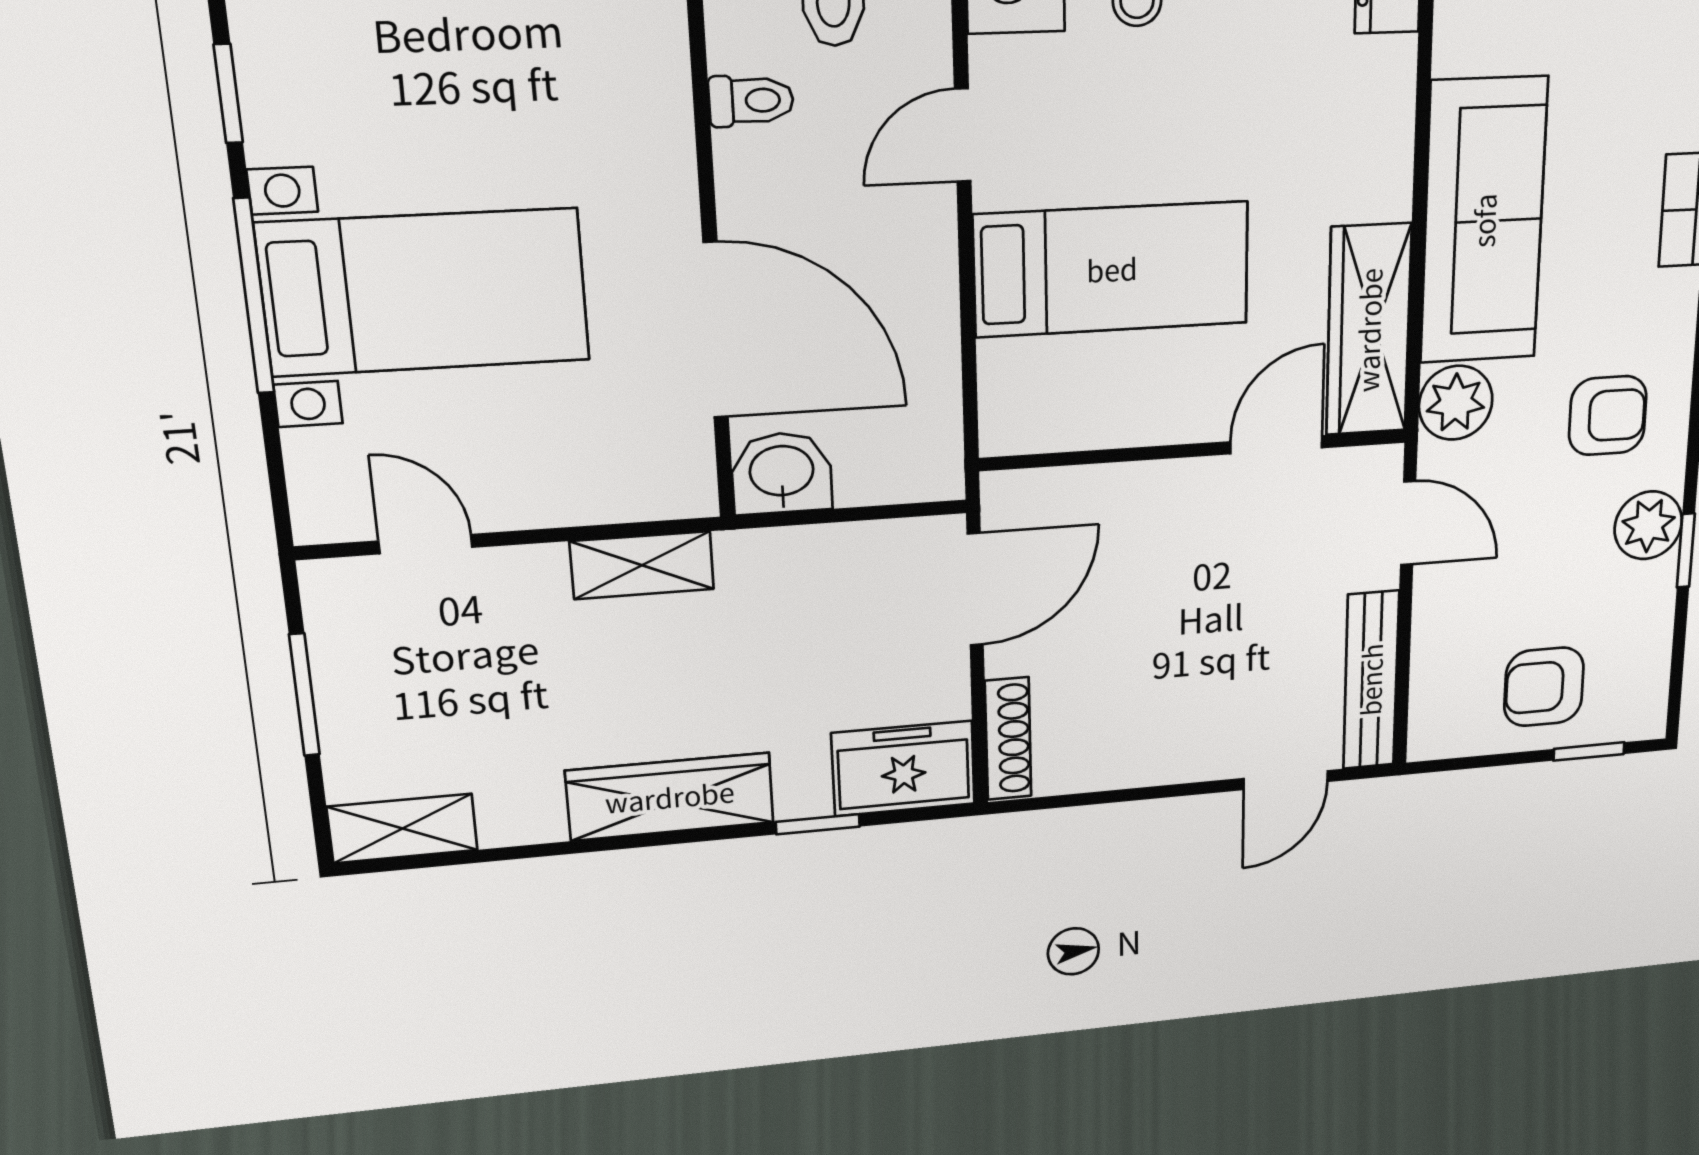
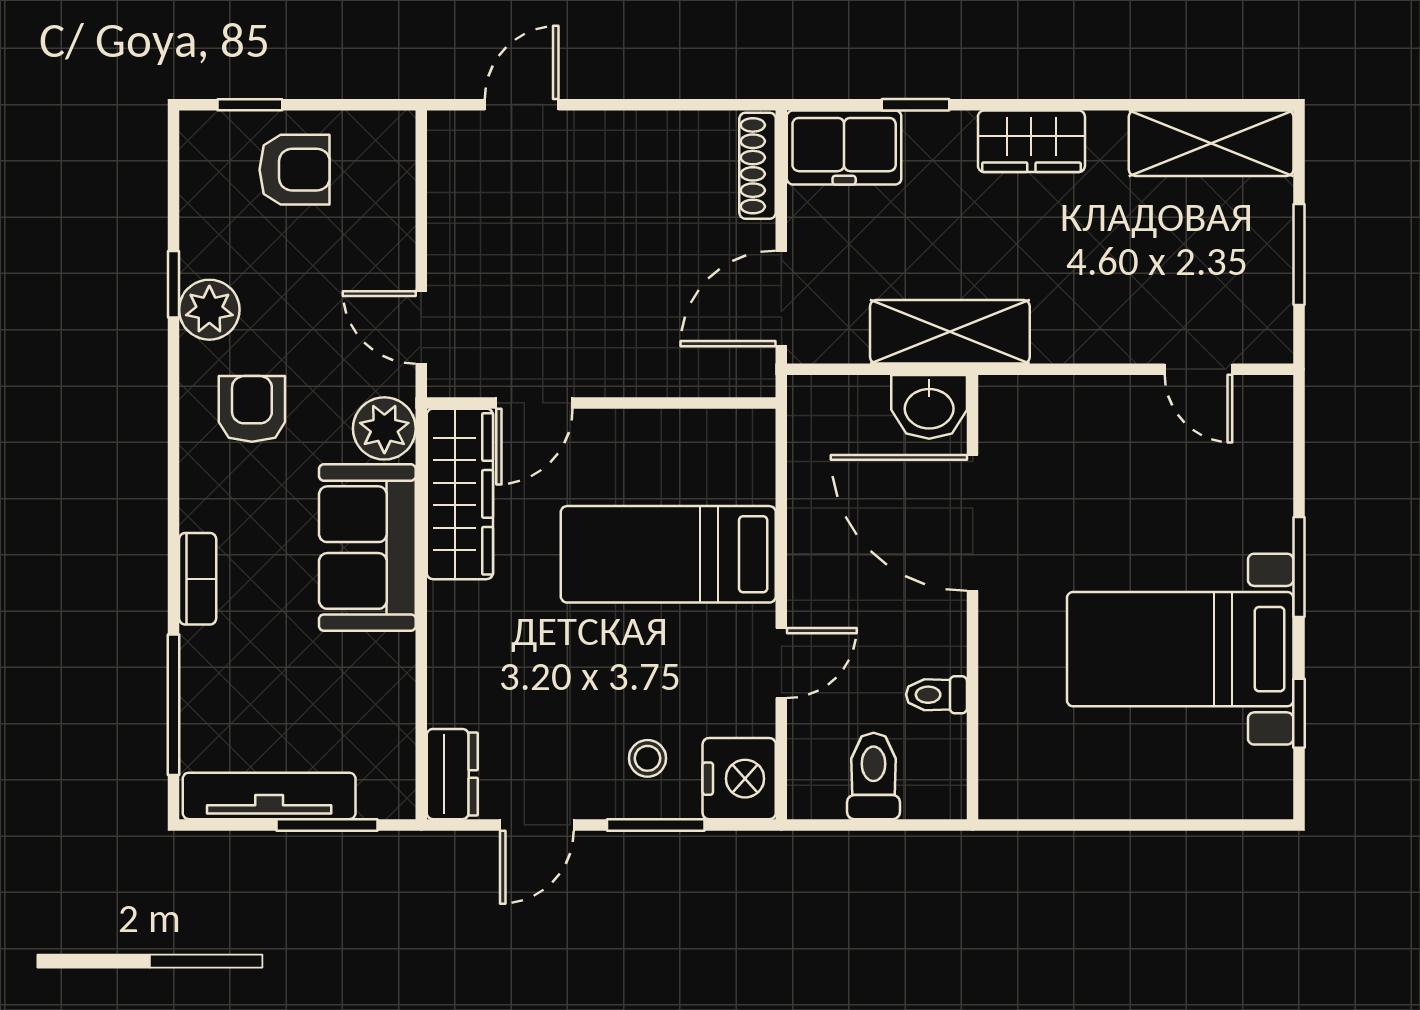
sofa: (1484, 221) -> (367, 548), width x0.73
bed with nightstands: (425, 292) -> (1180, 649), moved
window: (254, 296) -> (1299, 567), width x0.69
armchair: (1608, 416) -> (252, 409), turned 90
shelving: (642, 565) -> (950, 332), moved, width x1.50, depth x1.33
bench: (1371, 680) -> (449, 190), removed
wardrobe: (670, 797) -> (1031, 141), width x0.67
shelving: (403, 828) -> (1211, 143), width x1.50, depth x1.33

